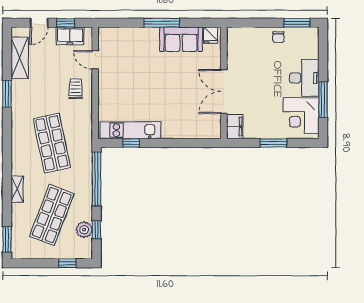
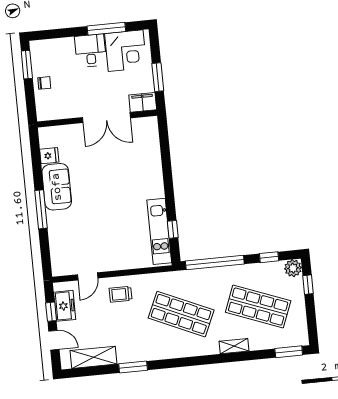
desk: (304, 78) -> (90, 51), width x0.73
wall: (224, 83) -> (97, 119), moved
double door: (224, 92) -> (106, 118), moved
filing cabinet: (235, 127) -> (143, 102), moved
shop shelf: (52, 143) -> (181, 314), turned 36
plant: (84, 230) -> (293, 268), moved

